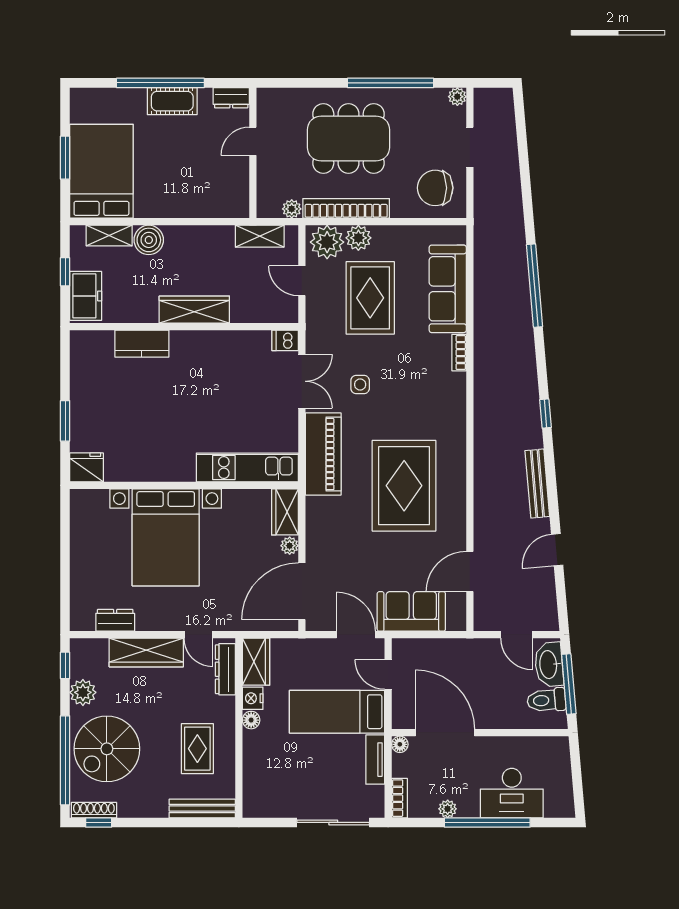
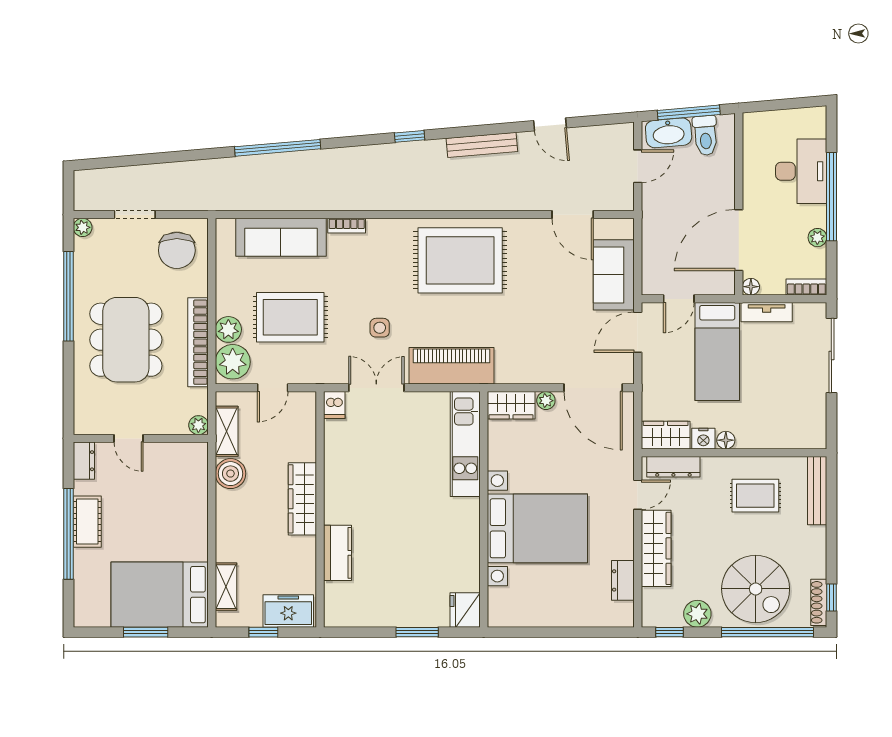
plant: (292, 209) -> (198, 425), moved
boiler: (149, 240) -> (230, 474), moved
rug: (404, 486) -> (460, 260), moved

